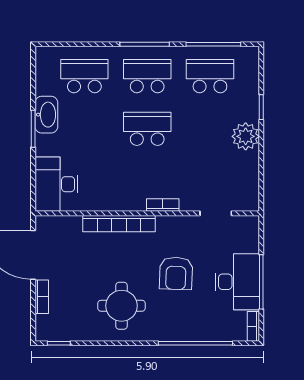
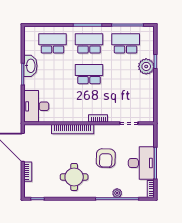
plant: (246, 136) -> (146, 66), moved
plant: (196, 333) -> (117, 193), added

